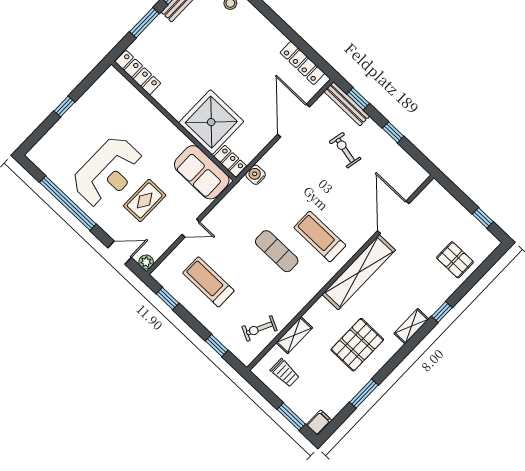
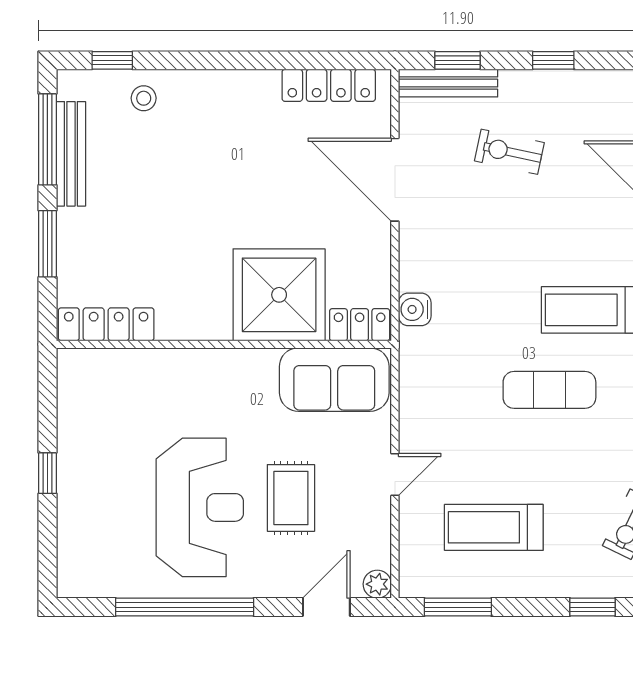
window: (168, 298) -> (458, 607), width x1.50

